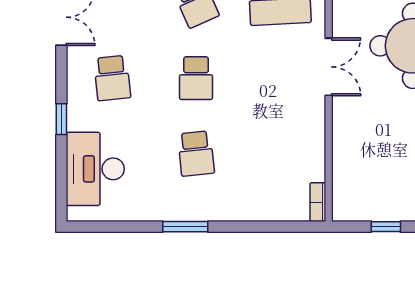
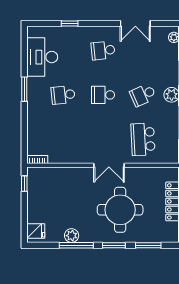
window: (61, 119) -> (70, 24), moved
desk: (95, 169) -> (42, 57), moved, turned -90
window: (386, 227) -> (24, 184), moved

